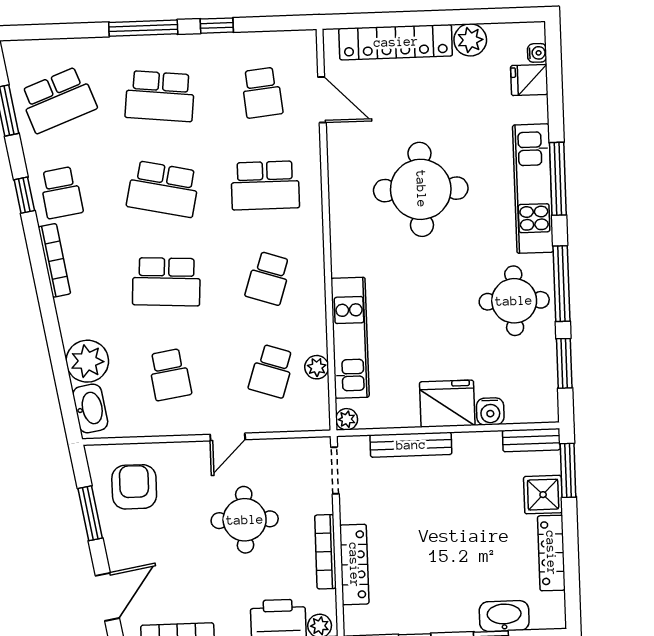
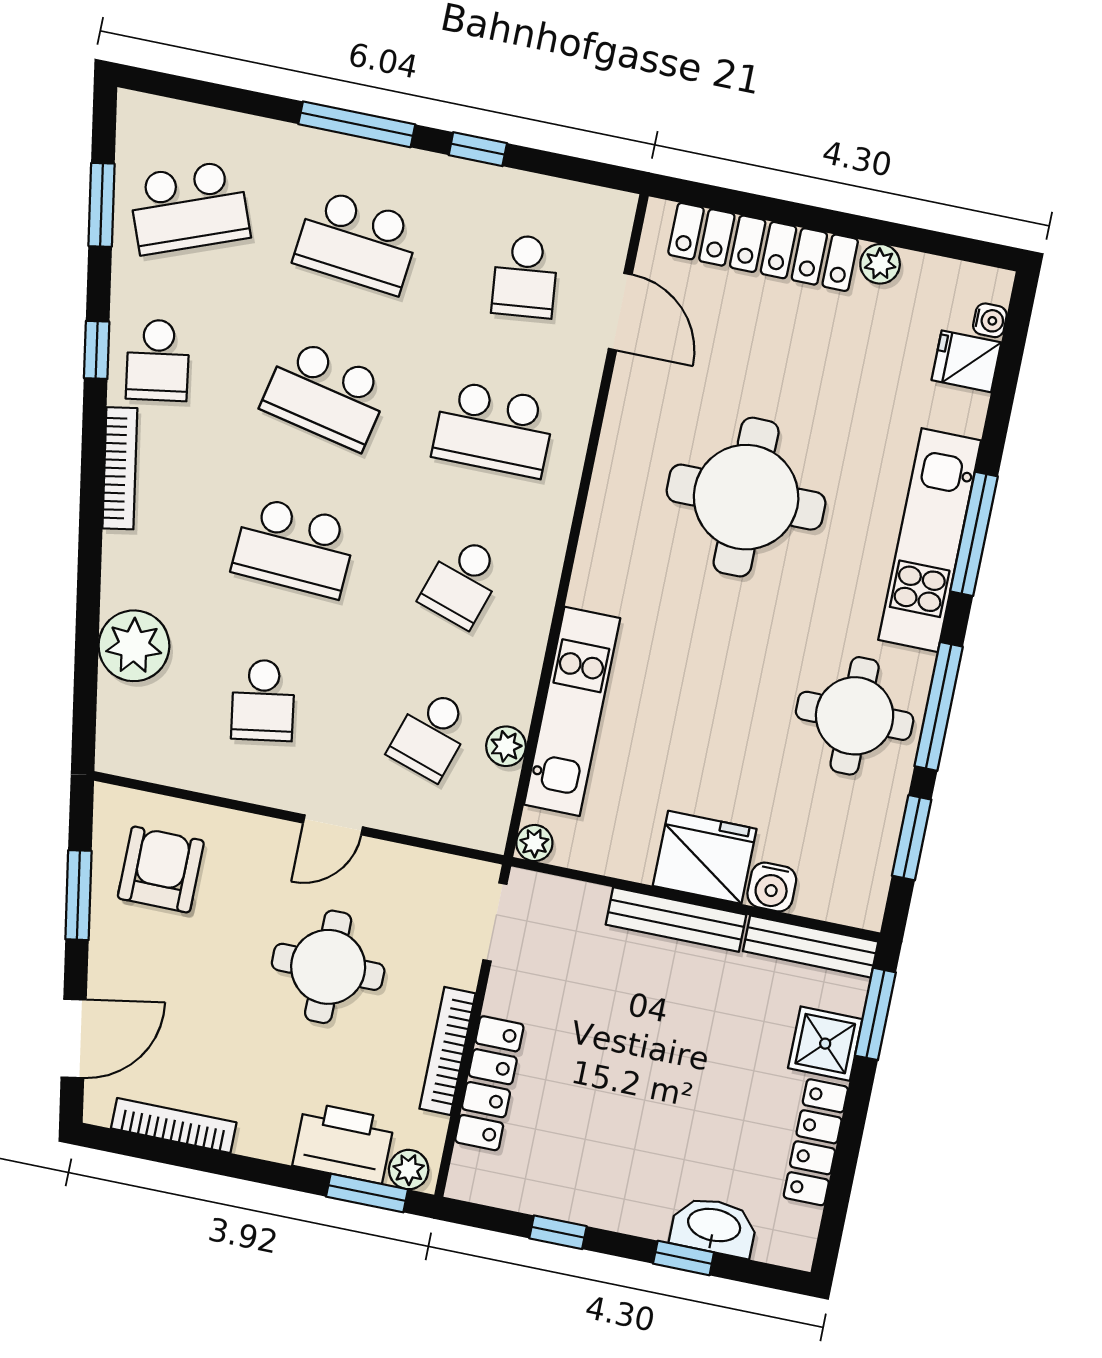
plant: (470, 40) -> (880, 264), width x0.73, depth x0.73
washbasin: (90, 408) -> (120, 724), removed
bench: (531, 440) -> (811, 946), width x1.36
bench: (411, 445) -> (676, 920), moved

